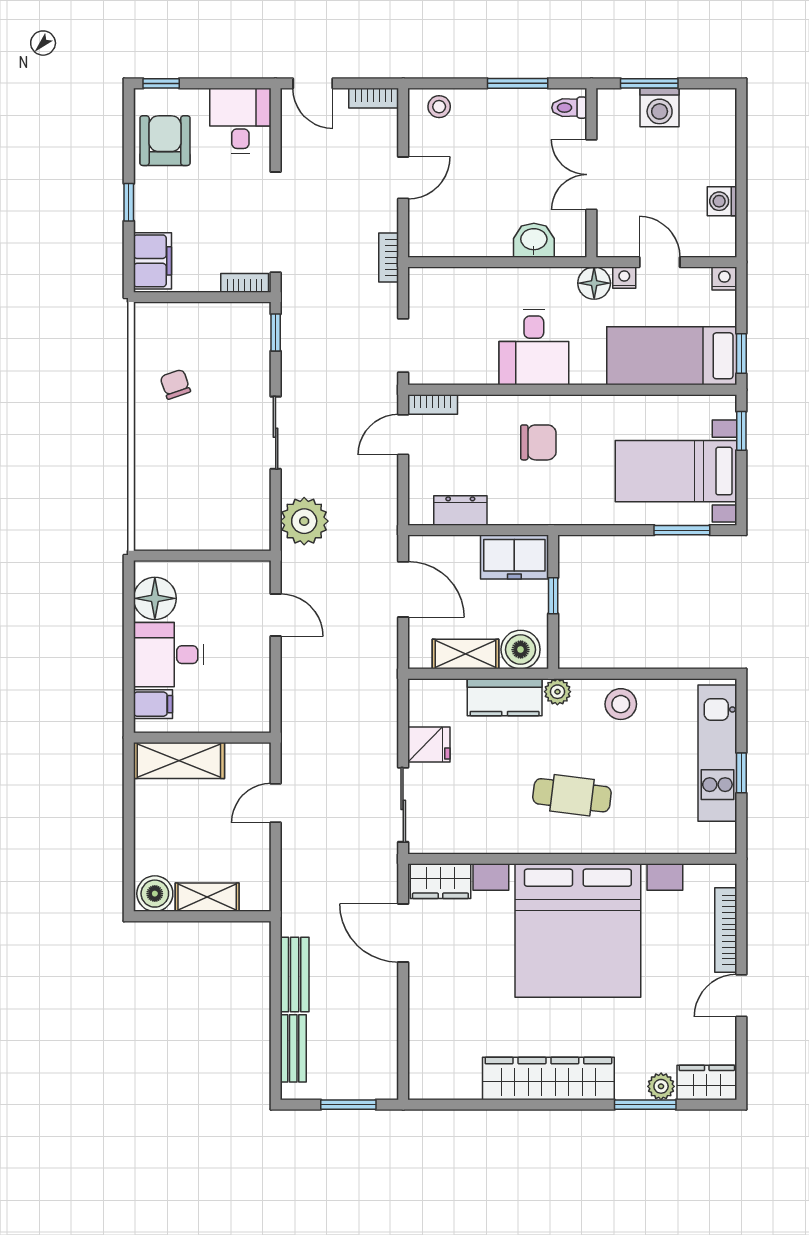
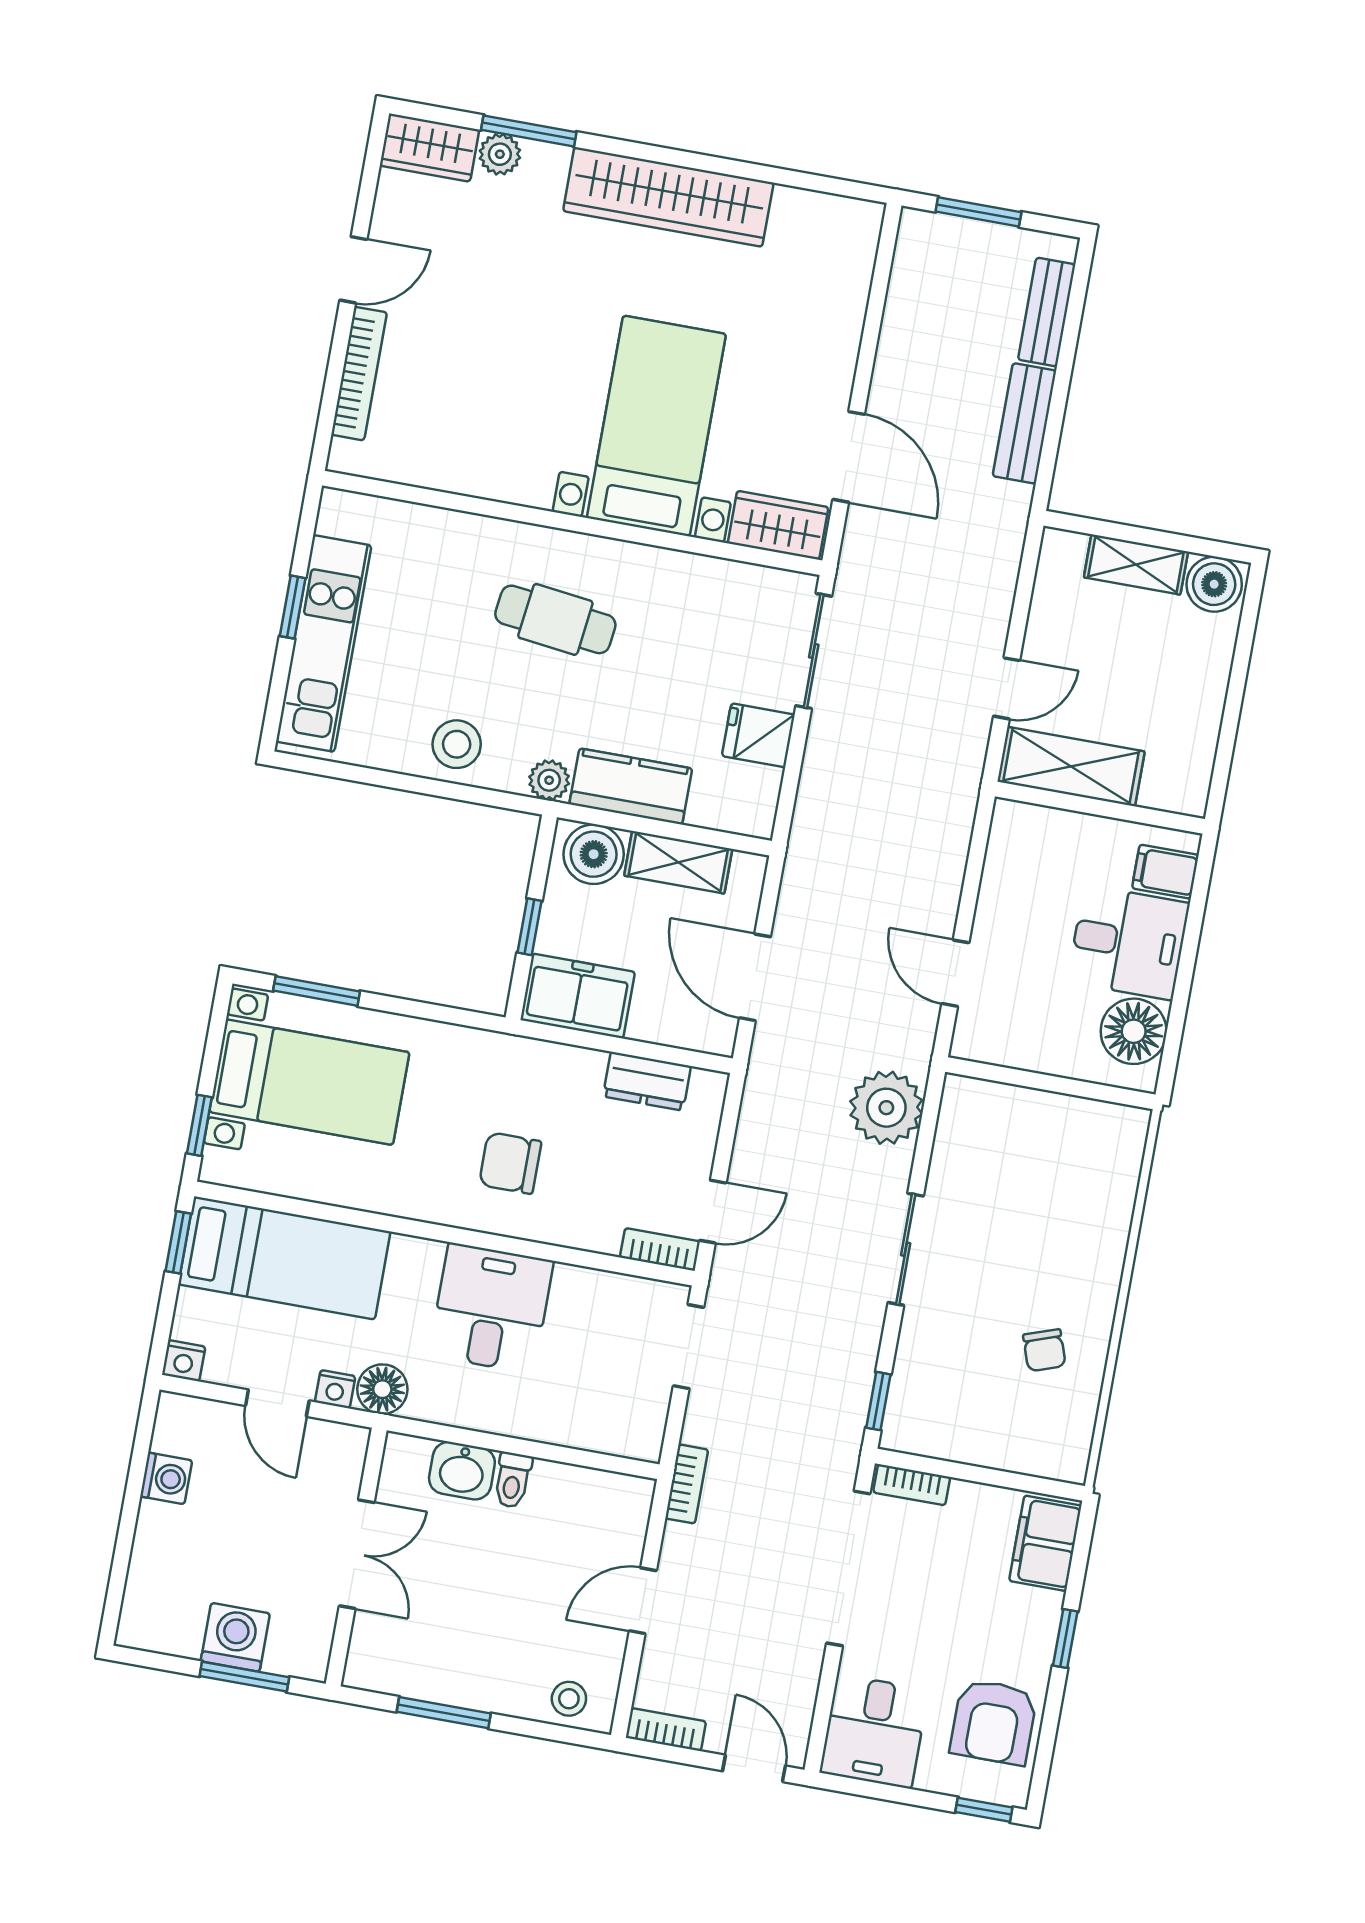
toilet: (569, 108) -> (513, 1480), moved, turned 90
shelving: (179, 761) -> (1071, 766), moved
bed with nightstands: (578, 931) -> (656, 426), width x0.54

